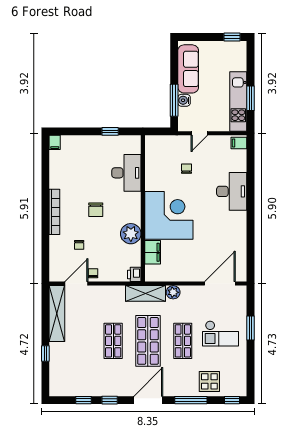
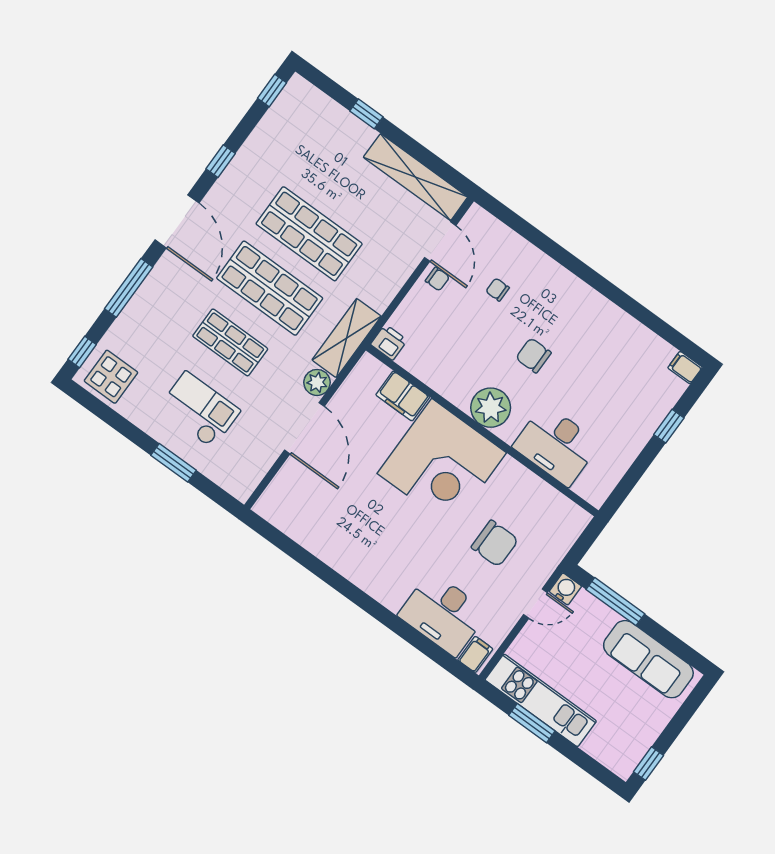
water cooler: (184, 100) -> (565, 589), moved
window: (110, 131) -> (669, 426), moved
door: (199, 133) -> (535, 604), swing flipped
chair: (186, 169) -> (495, 543), width x1.87, depth x1.87
desk: (232, 191) -> (443, 614), moved
bookcase: (54, 212) -> (577, 288), removed
plant: (131, 234) -> (491, 408), moved
door: (220, 284) -> (304, 428), moved
checkout: (221, 333) -> (199, 410), turned 90
shop shelf: (113, 341) -> (309, 234), width x1.43, depth x1.36
display table: (209, 381) -> (111, 377), moved
window: (84, 400) -> (272, 91), moved

